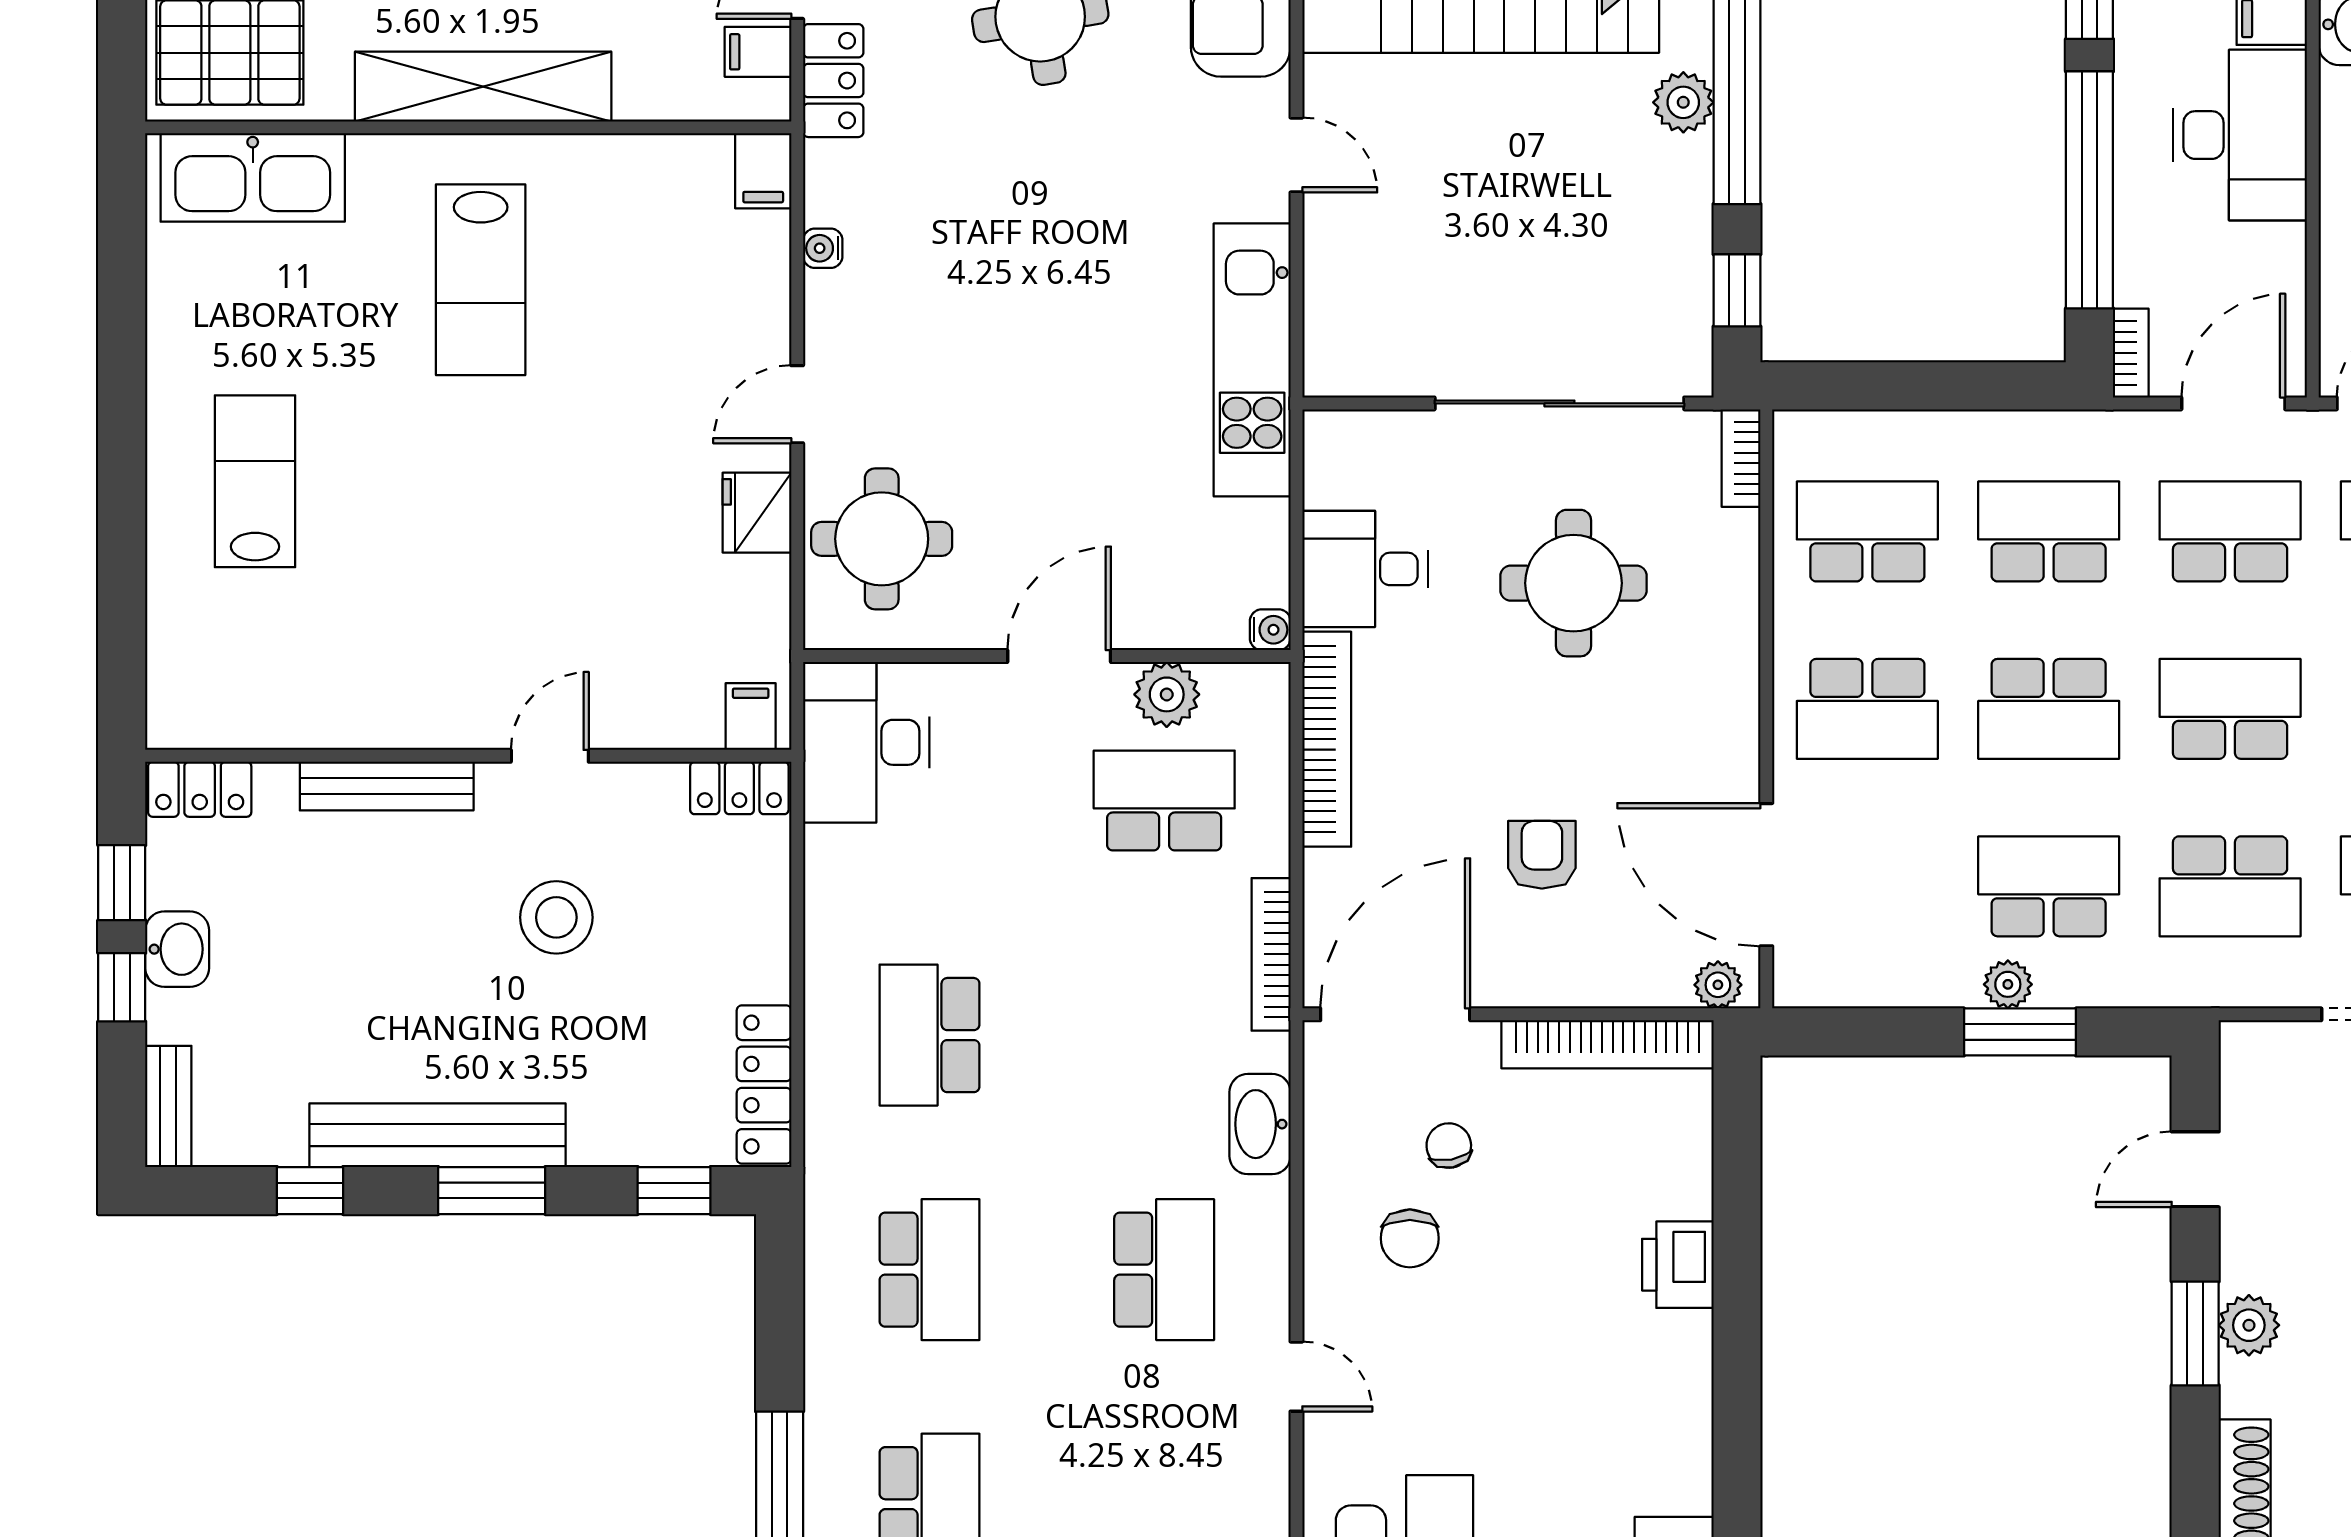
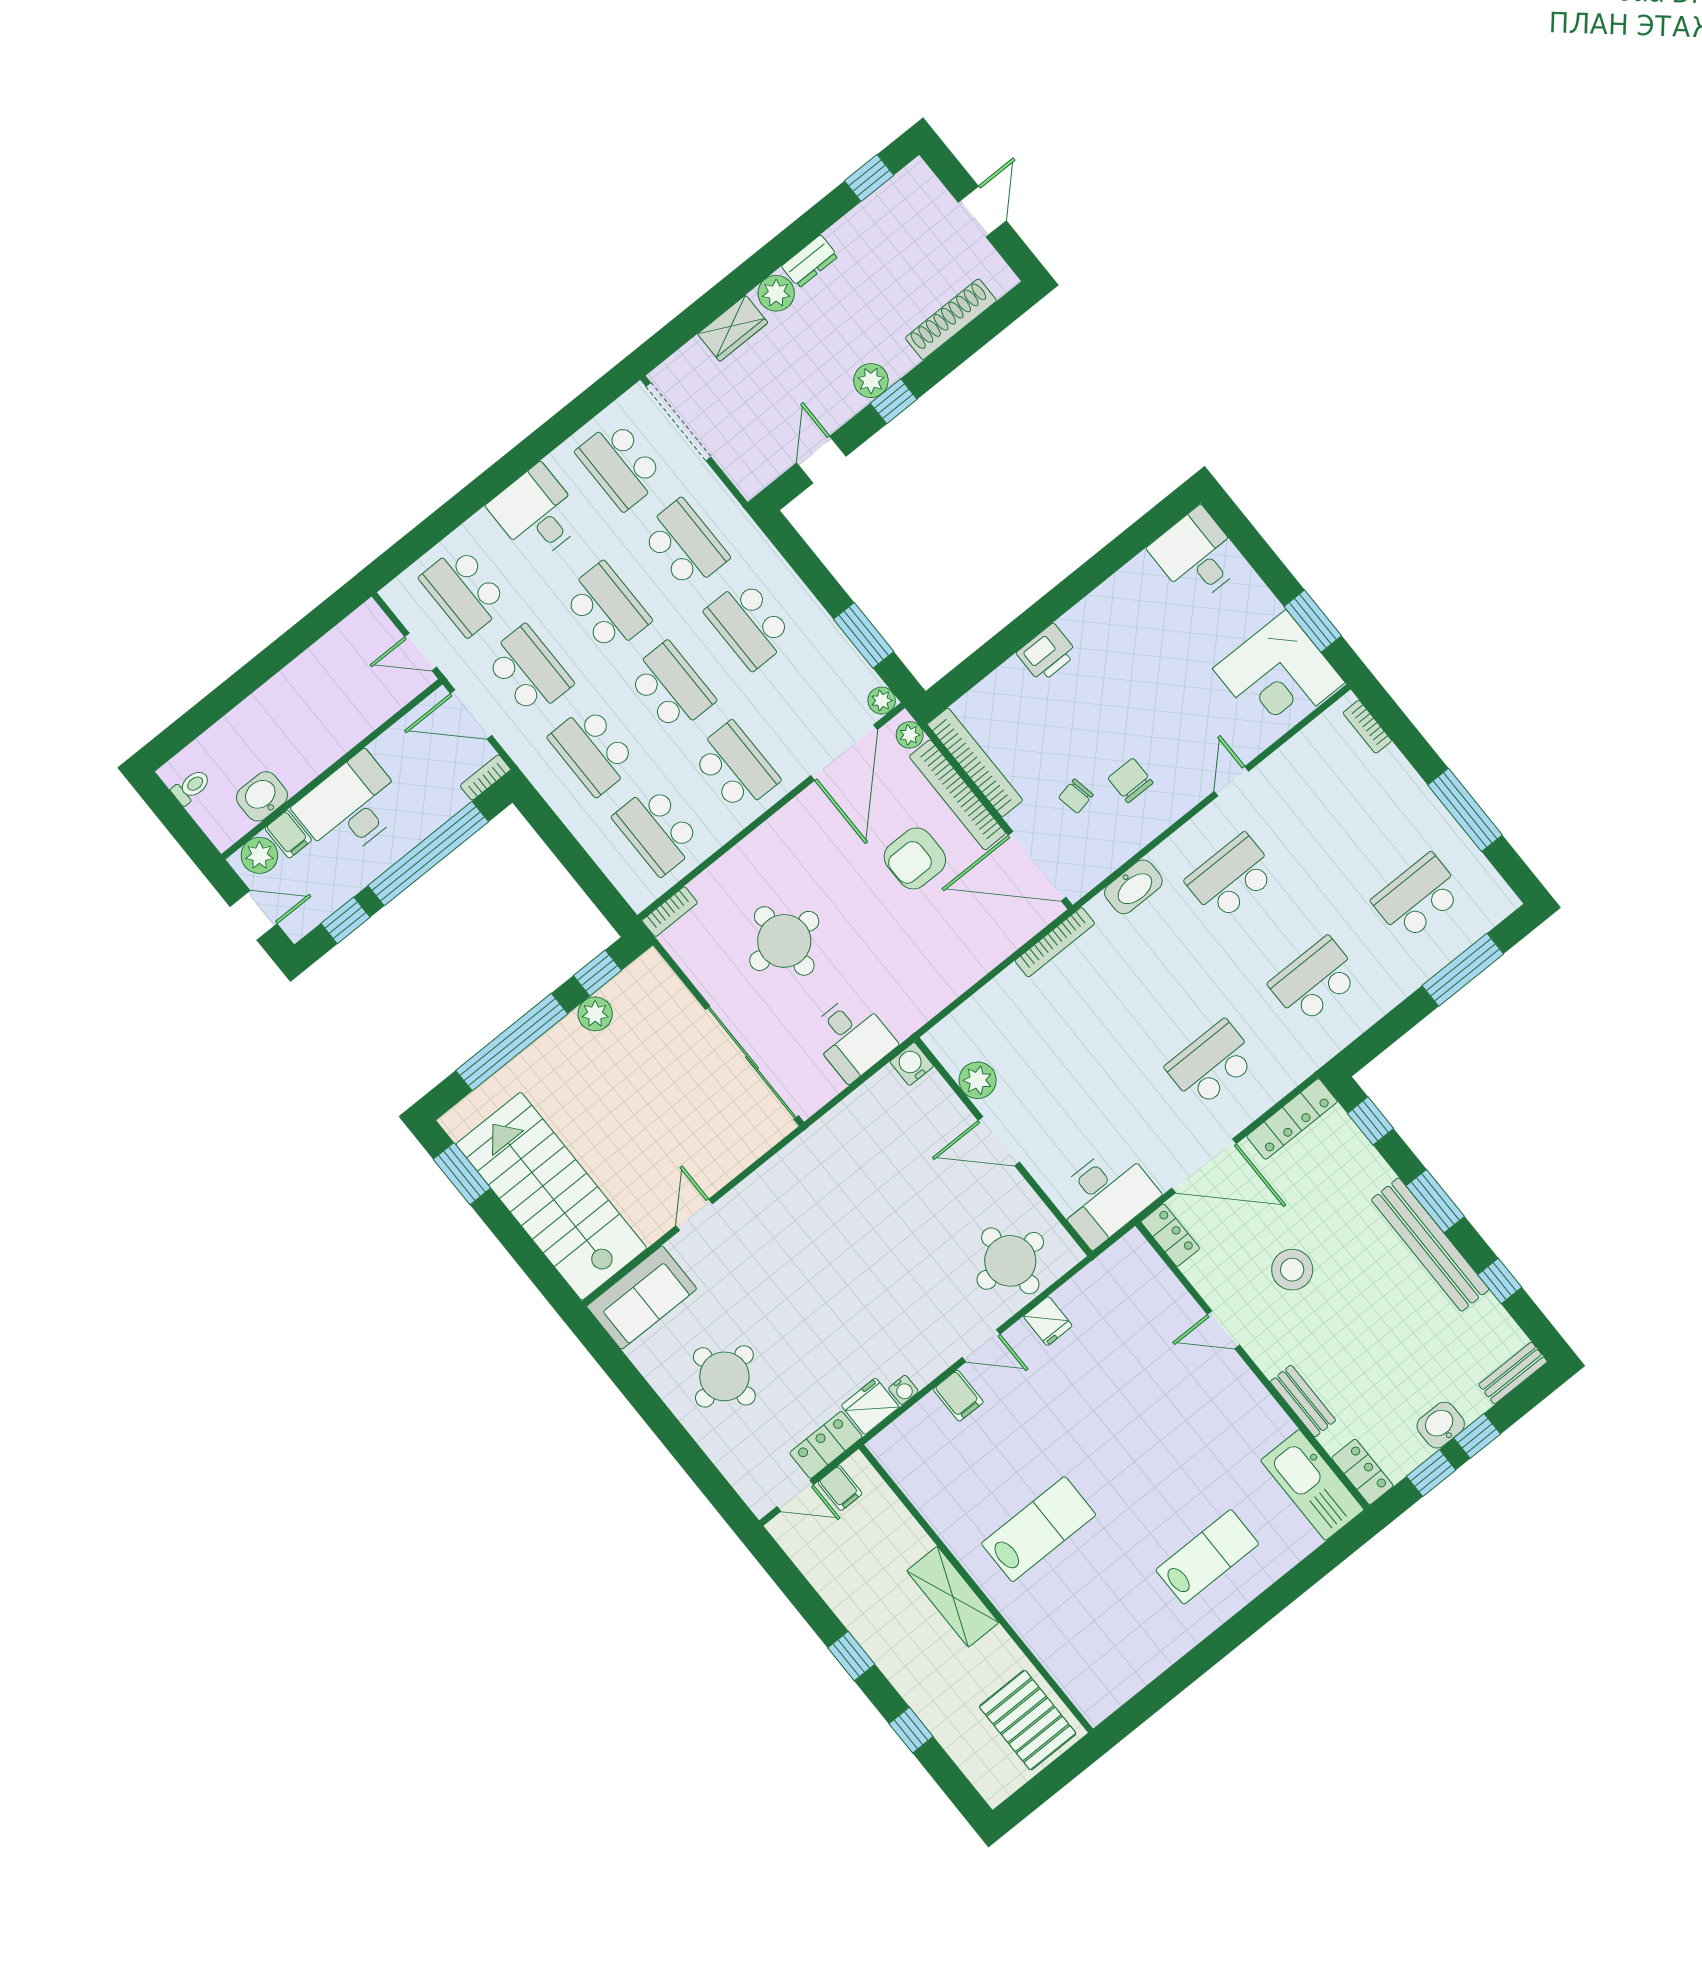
shelving: (483, 87) -> (953, 1597), width x0.68
plant: (1683, 102) -> (595, 1014), moved
filing cabinet: (763, 171) -> (958, 1396), moved, turned 90
kitchen sink: (253, 177) -> (1312, 1485), moved, turned 180
fridge: (837, 184) -> (870, 1406), added
kitchen unit: (1252, 360) -> (800, 1161), removed
sliding door: (1559, 403) -> (752, 1063), moved
lab bench: (255, 481) -> (1207, 1557), turned 180
fridge: (757, 513) -> (1048, 1321), width x0.72
school desk: (2230, 531) -> (529, 671), turned 180
water cooler: (1270, 630) -> (912, 1064), width x1.38, depth x1.38
school desk: (2230, 709) -> (607, 608), turned 180
filing cabinet: (751, 717) -> (1135, 1255), removed
bookcase: (1327, 739) -> (957, 795), moved, turned -90
bench: (387, 786) -> (1303, 1401), width x0.73
school desk: (1164, 800) -> (1025, 1044), removed
armchair: (1542, 855) -> (915, 858), width x1.38, depth x1.38
door: (797, 911) -> (1204, 1166), added
plant: (2008, 984) -> (882, 701), moved
window: (2020, 1032) -> (864, 635), moved
school desk: (930, 1035) -> (1212, 1064), turned 180
door: (2195, 1169) -> (821, 460), swing flipped
chair: (1410, 1238) -> (1130, 780), turned -90
window: (2195, 1333) -> (894, 401), width x0.67

